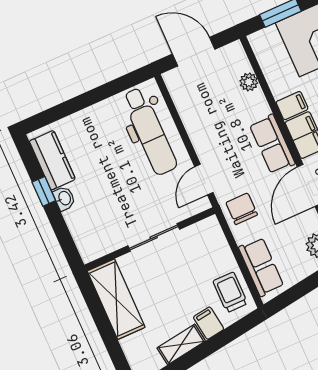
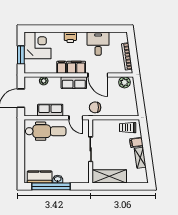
window: (44, 191) -> (51, 186), width x3.17
row of seats: (261, 267) -> (50, 110), moved

